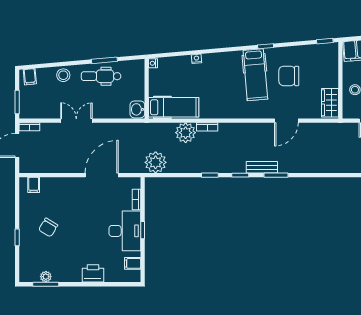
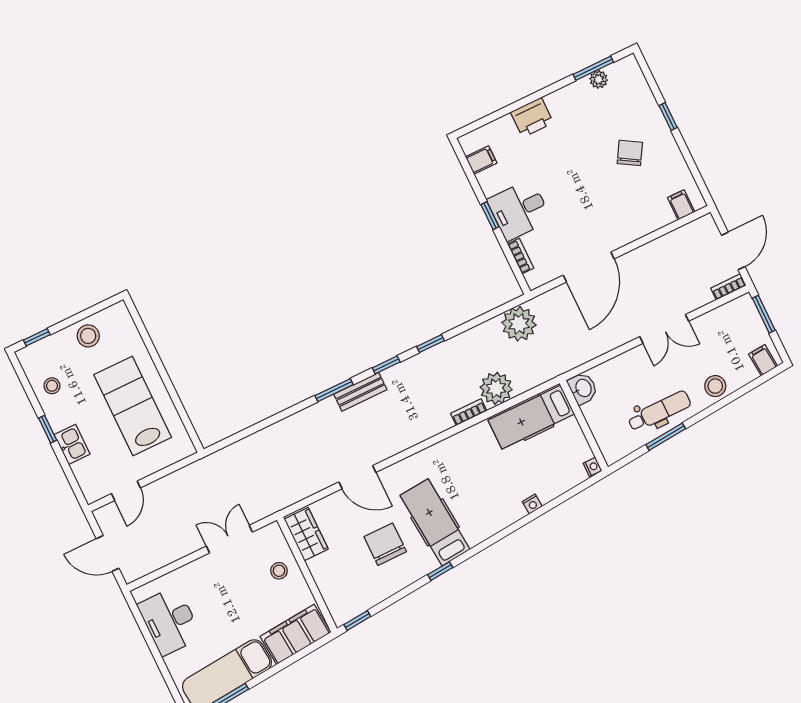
chair: (289, 76) -> (385, 544), turned -90
door: (286, 121) -> (357, 477), swing flipped
desk: (125, 231) -> (519, 210), width x0.73

